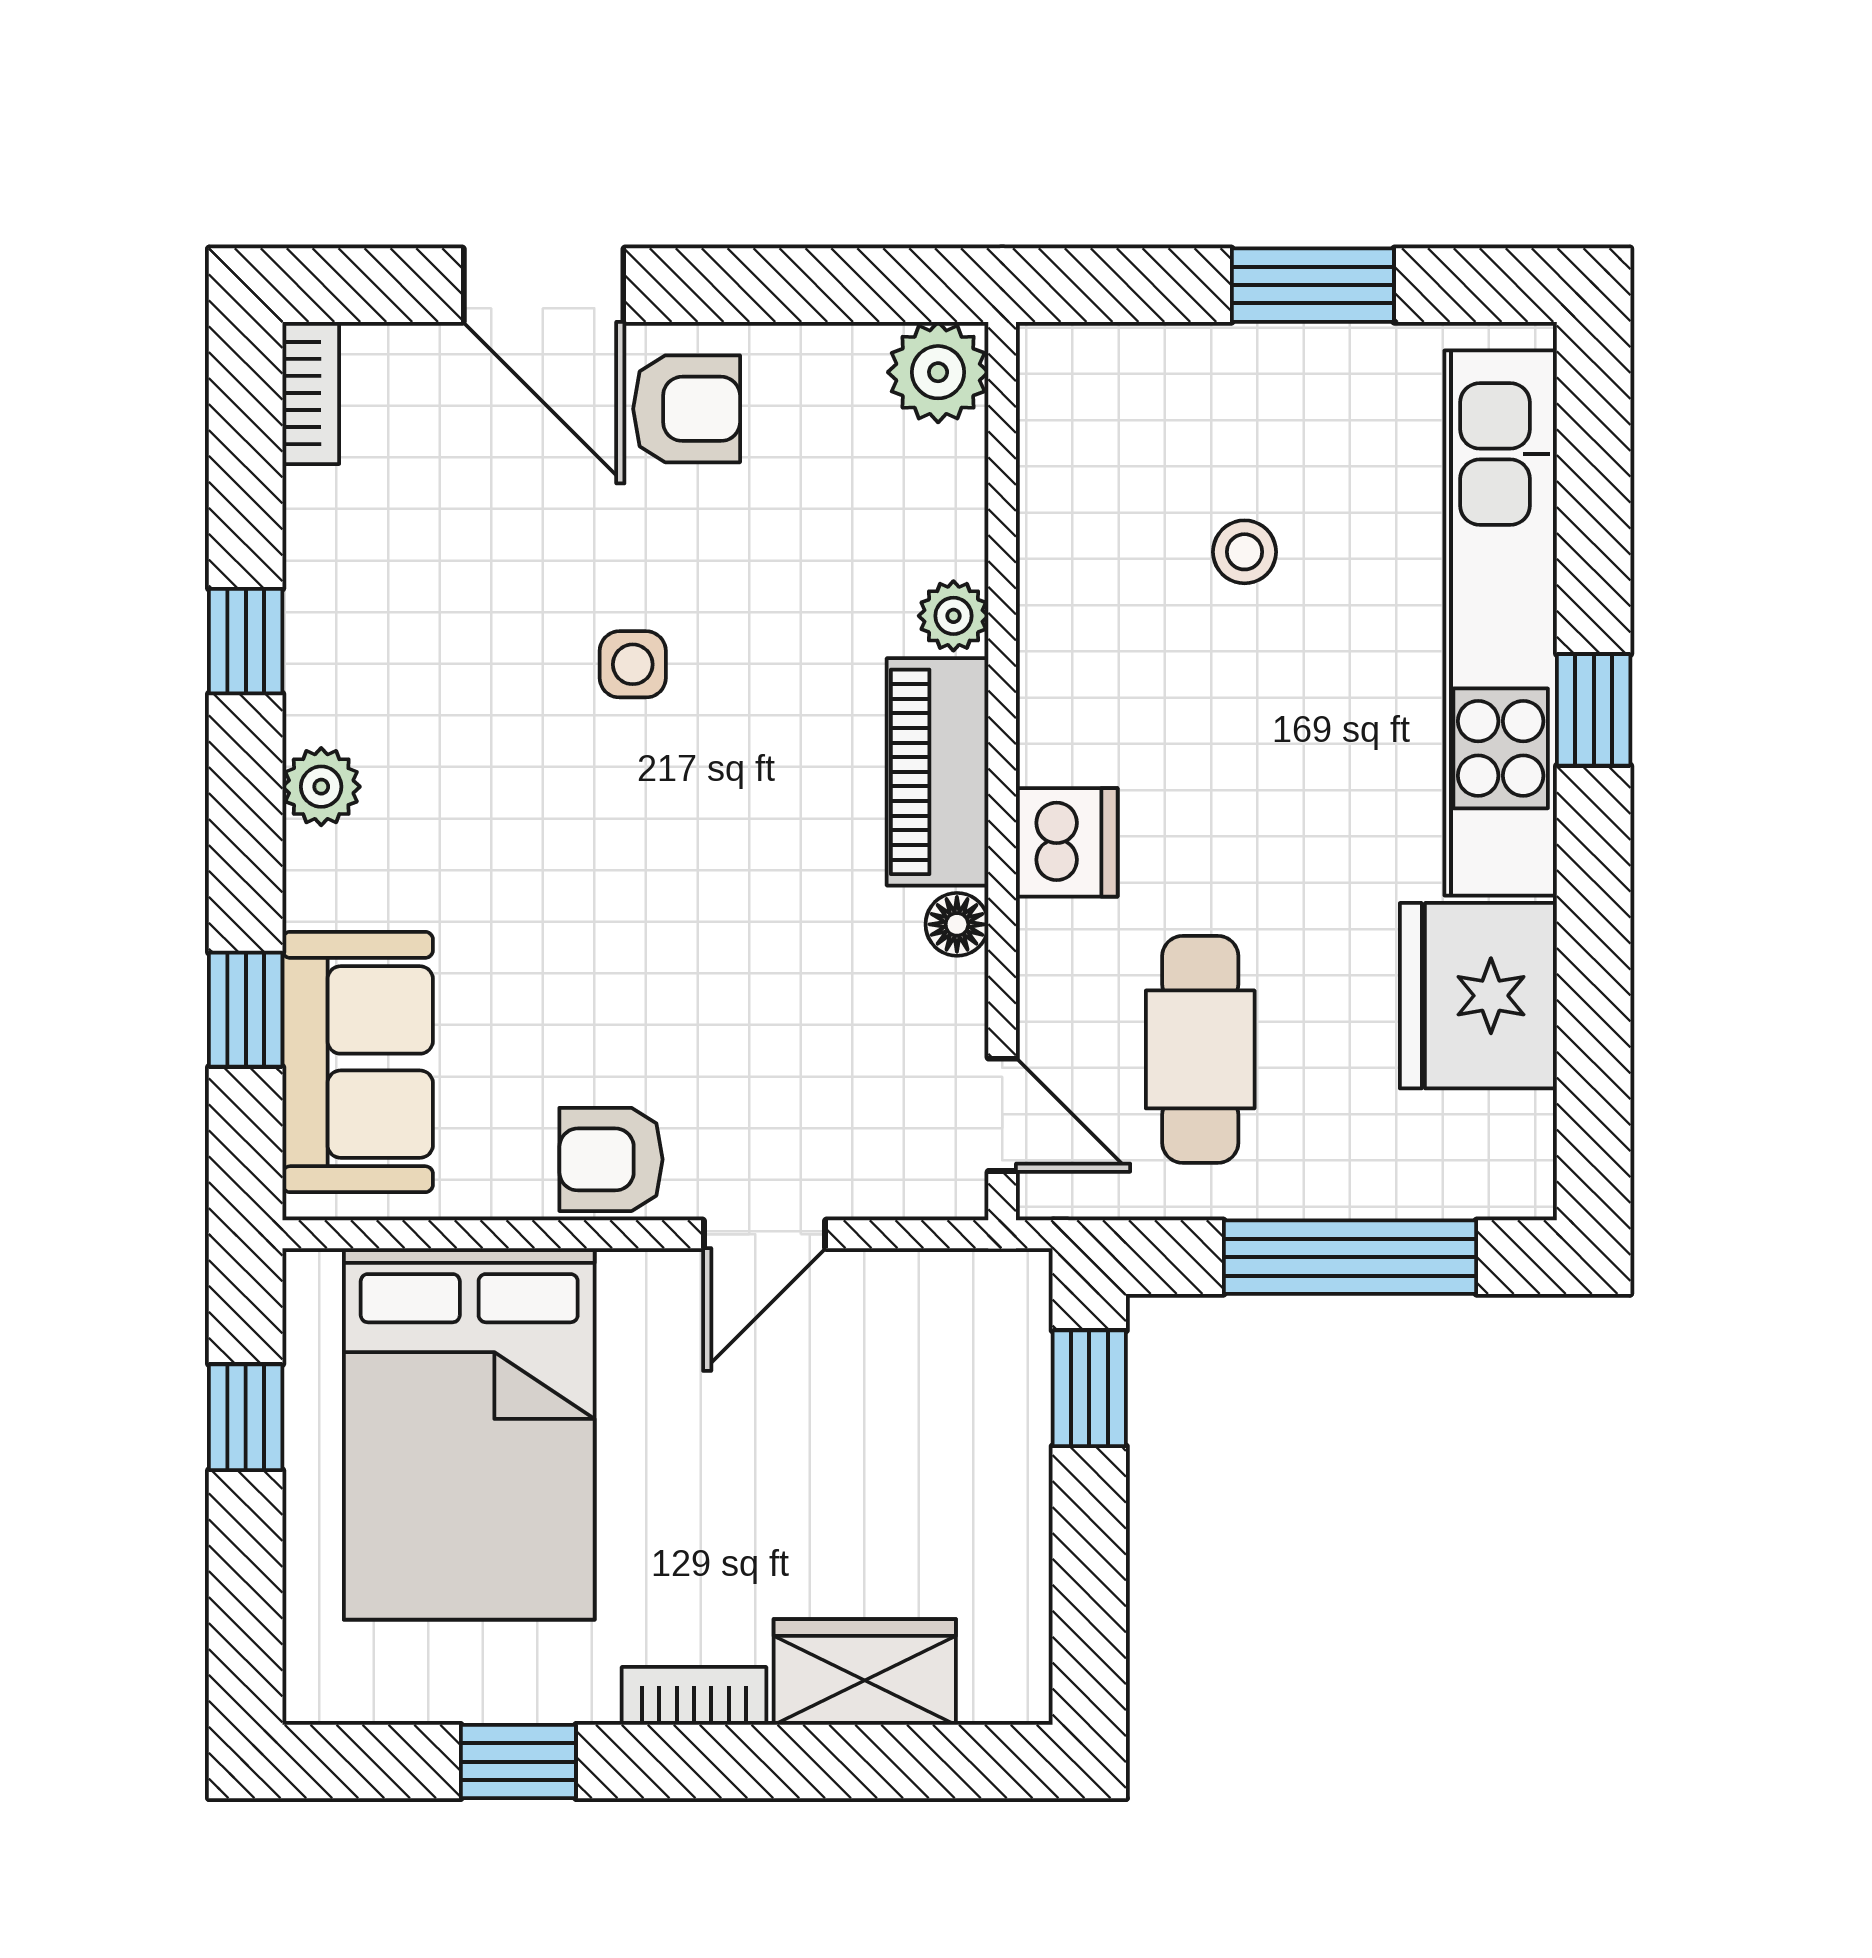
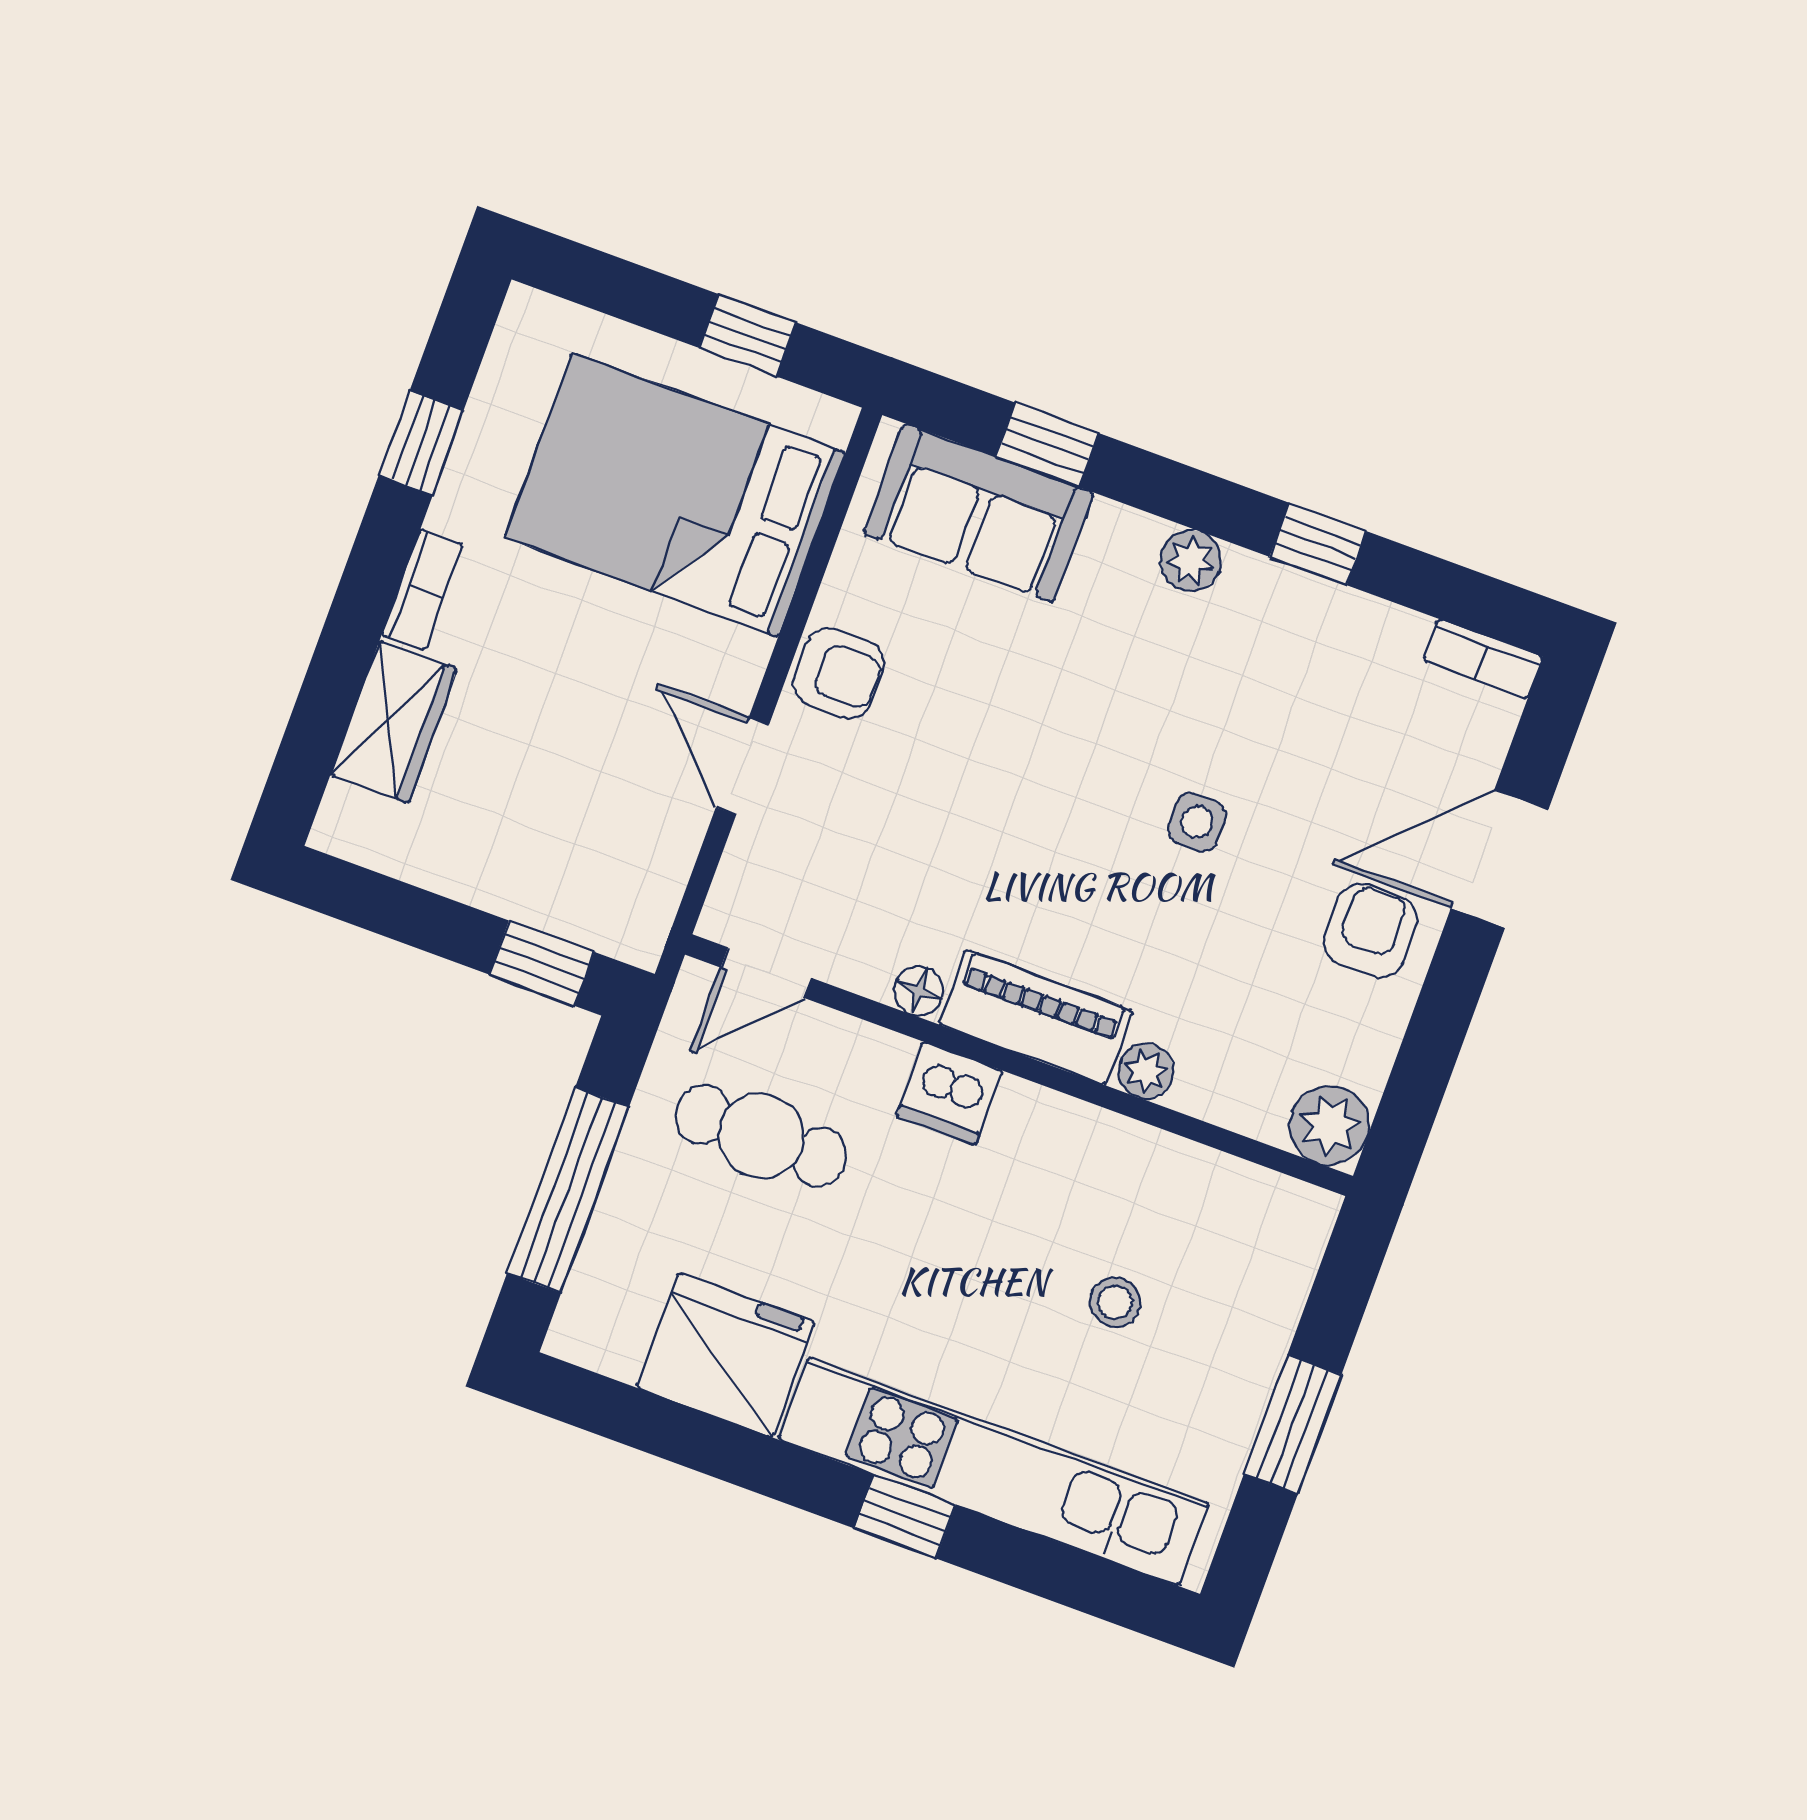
armchair: (687, 409) -> (1370, 931), turned 180
armchair: (611, 1159) -> (839, 673), turned 90

